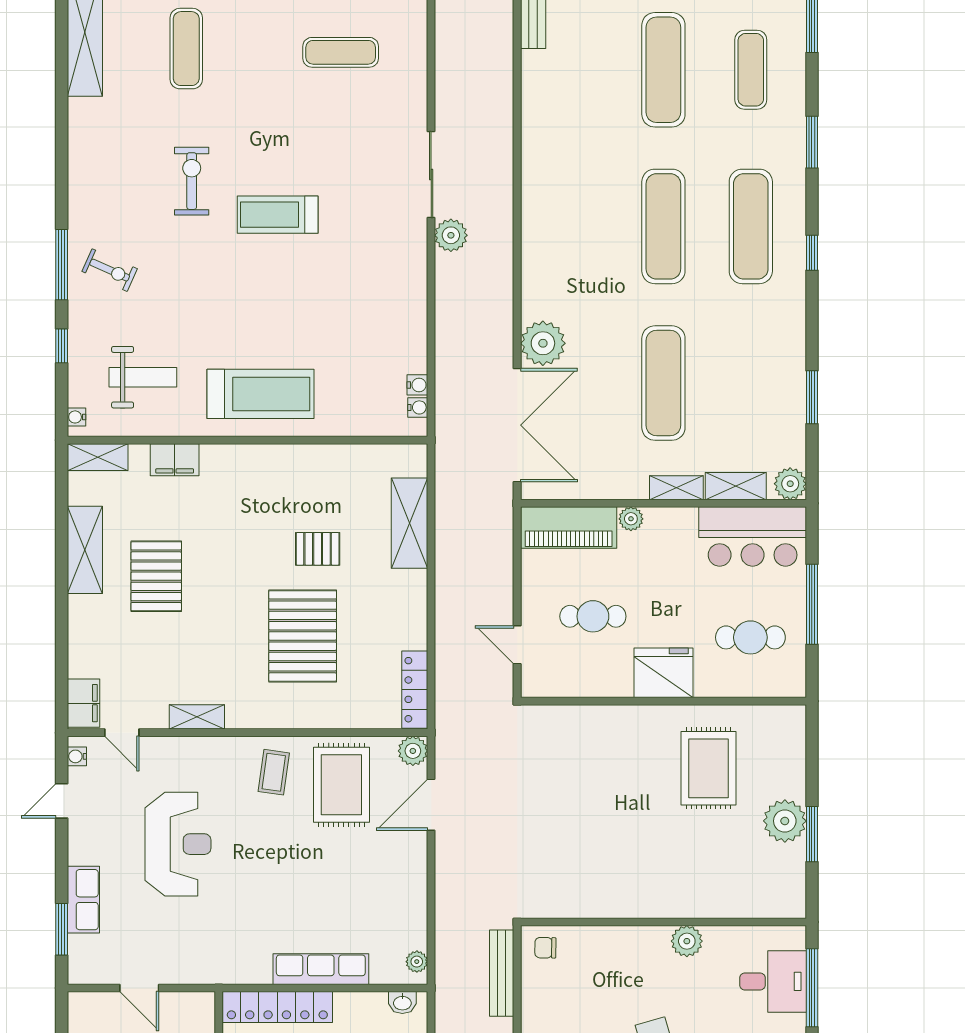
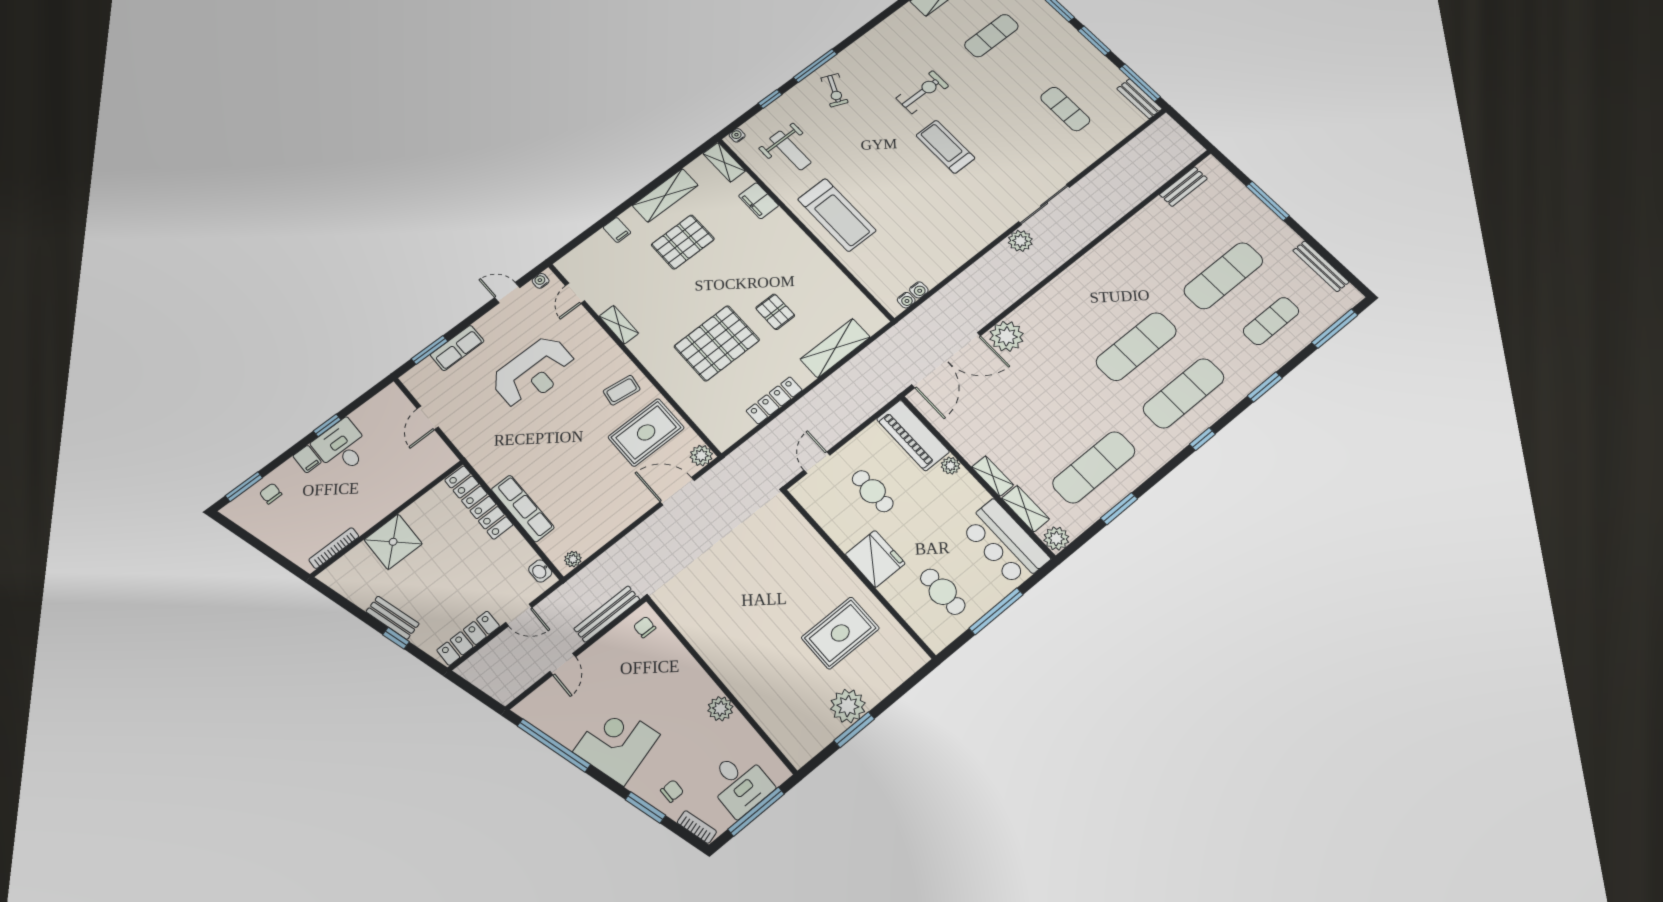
exercise mat: (663, 383) -> (1094, 467), moved
locker: (415, 690) -> (774, 400), moved
filing cabinet: (84, 703) -> (617, 230), moved, width x0.50

